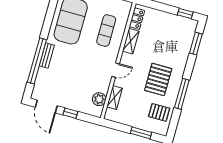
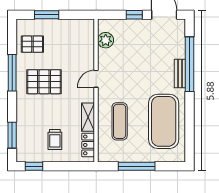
trolley: (162, 30) -> (55, 139), added
pallet: (158, 79) -> (44, 82), turned 90
shelving: (115, 98) -> (88, 47), removed

